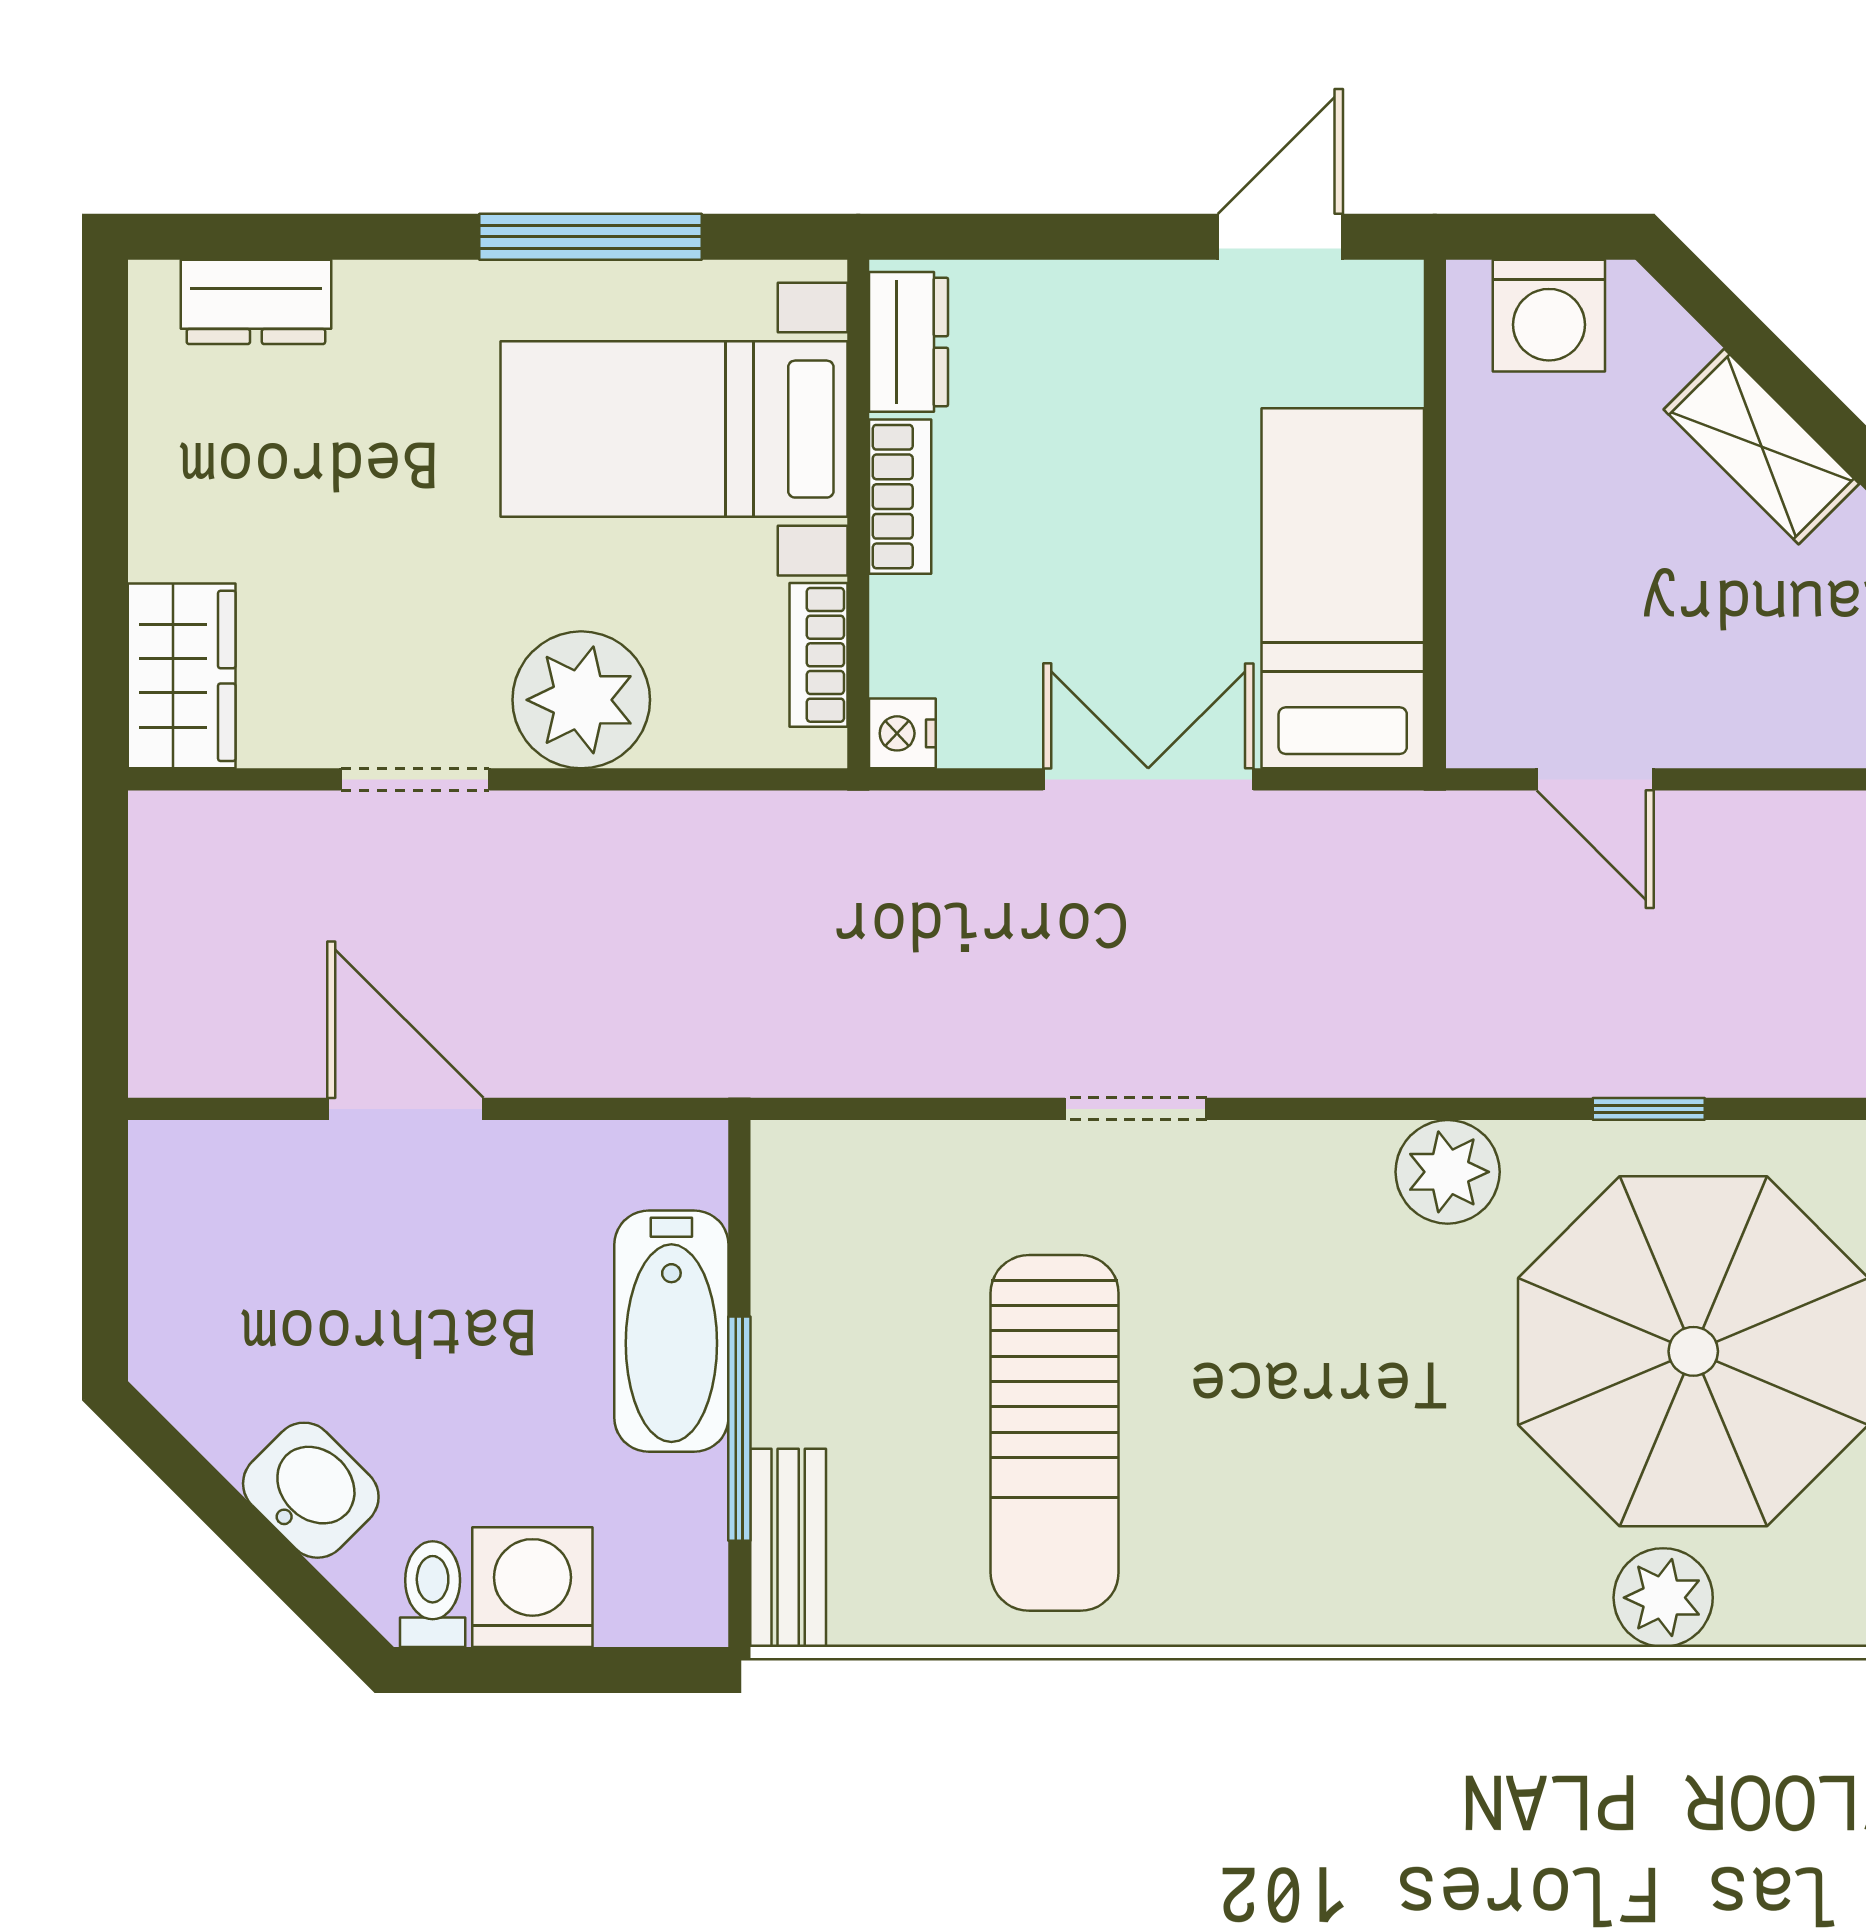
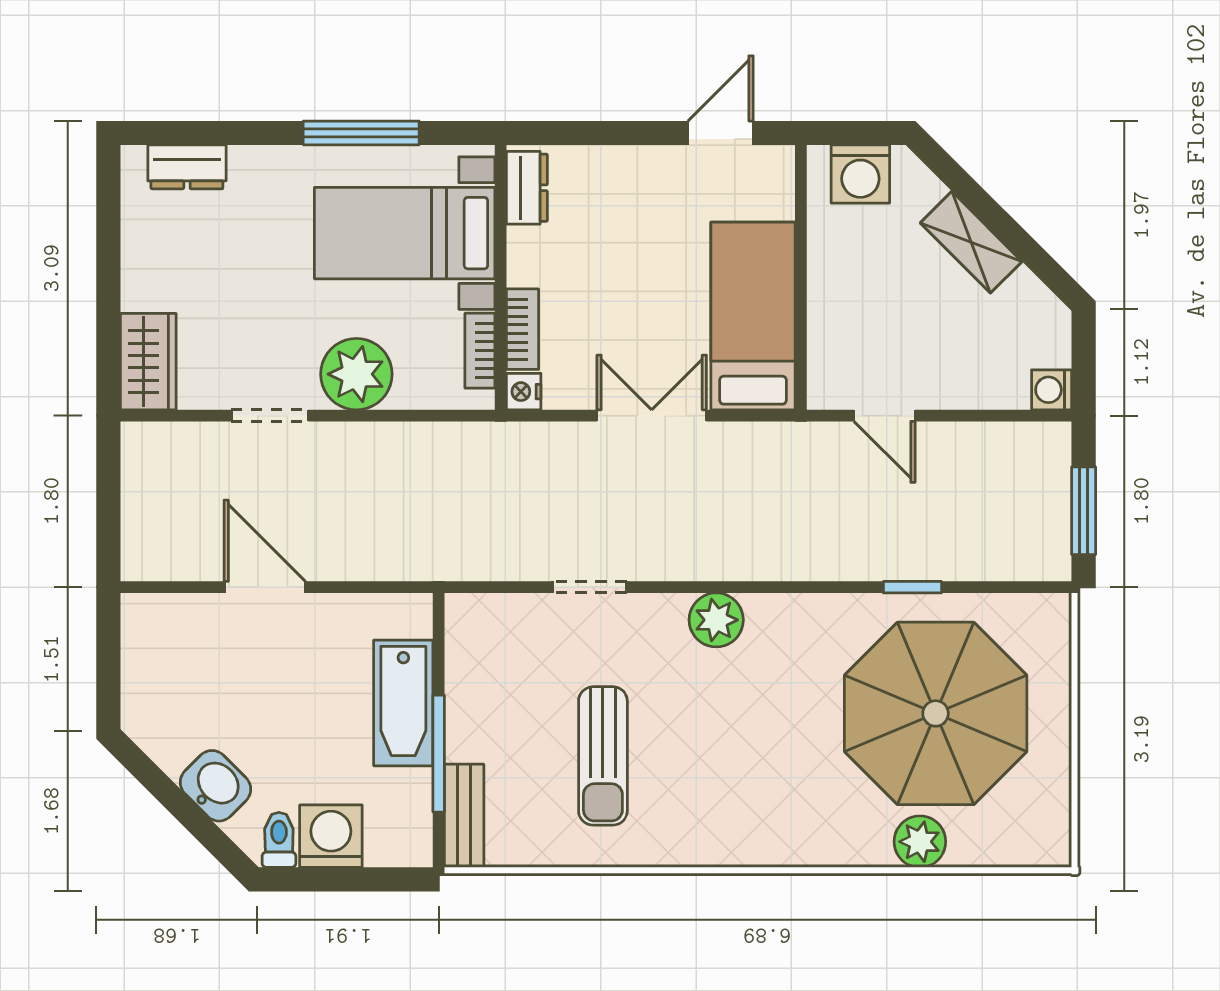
bookcase: (900, 497) -> (522, 329), moved
doorway: (1136, 1109) -> (590, 587), moved
plant: (1448, 1172) -> (716, 620), moved
sun lounger: (1055, 1433) -> (603, 756), width x0.73, depth x0.75

